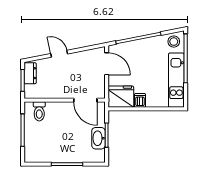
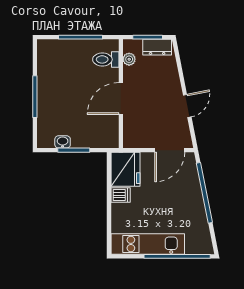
stool: (174, 42) -> (200, 240), removed
door: (59, 54) -> (187, 106), moved
plant: (39, 94) -> (129, 59), added
door: (85, 100) -> (121, 98), moved
washbasin: (98, 138) -> (63, 142), width x0.52, depth x0.69

